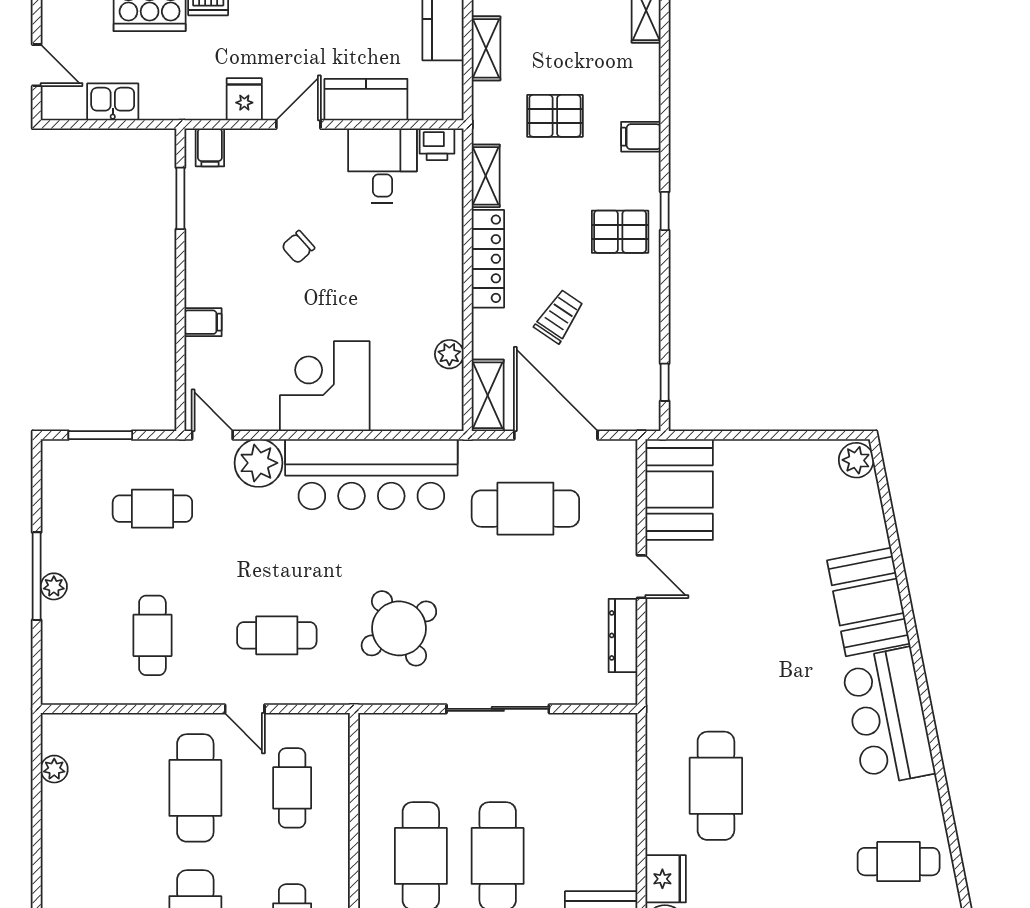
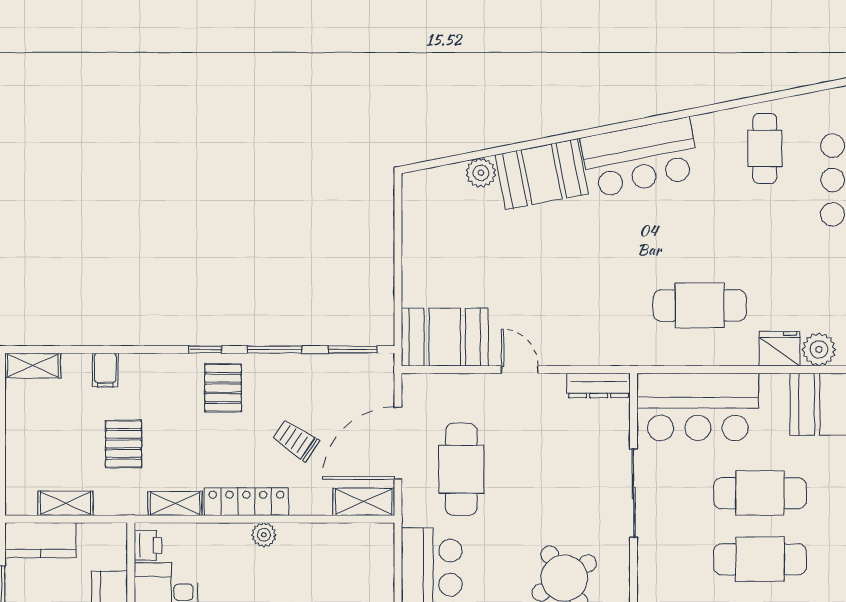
filing cabinet: (641, 137) -> (105, 370), moved
window: (665, 291) -> (274, 350), added
plant: (449, 354) -> (264, 535), moved
window: (665, 382) -> (353, 350), width x1.50
plant: (856, 460) -> (481, 173), moved
door: (641, 577) -> (520, 370), hinge flipped
dresser: (623, 635) -> (599, 385), moved
bar counter: (598, 784) -> (698, 407), added

